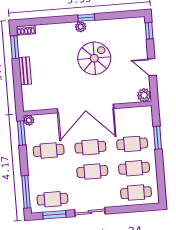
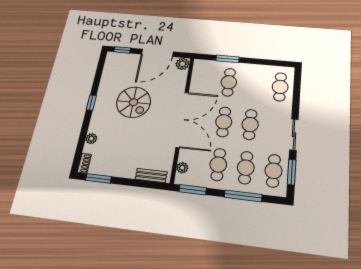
plant: (81, 27) -> (91, 139), moved
spiral stairs: (94, 58) -> (134, 102), turned 180
door: (152, 67) -> (157, 53), width x1.88
bench: (25, 71) -> (151, 175), moved
plant: (29, 120) -> (182, 168), moved
cafe table: (134, 168) -> (246, 168), moved
window: (26, 192) -> (243, 196), moved

